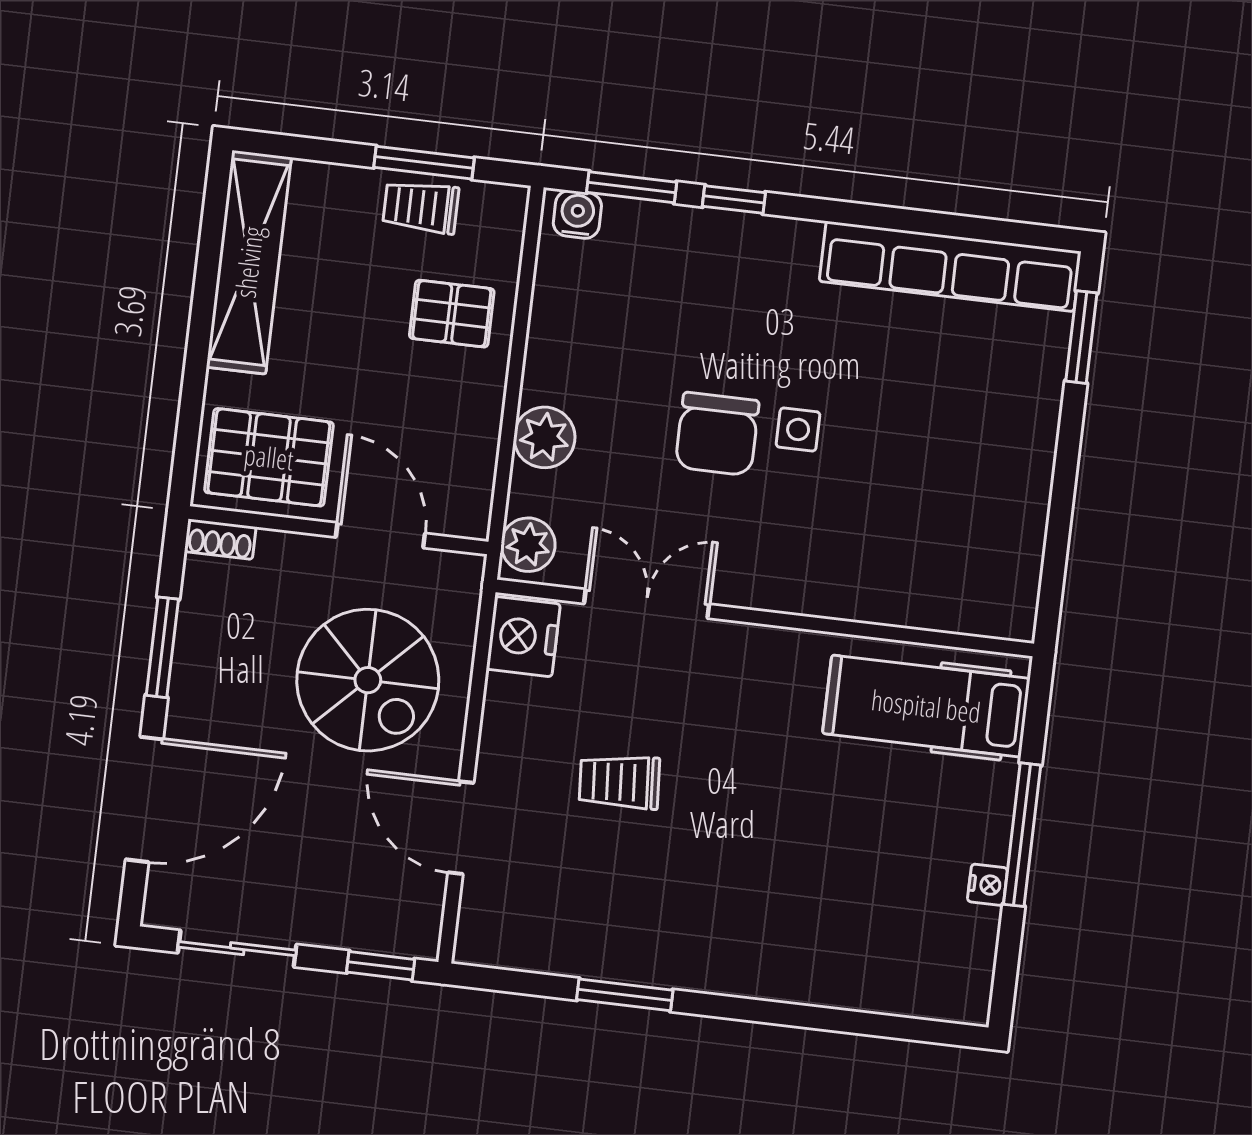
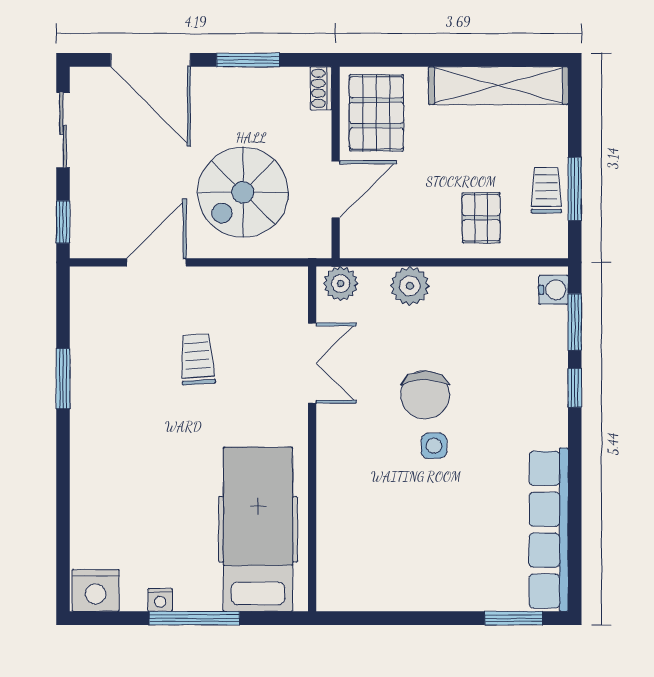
chair: (717, 434) -> (425, 395), turned -90
nightstand: (523, 637) -> (96, 590), moved, turned 180
hospital bed: (926, 706) -> (258, 529), width x1.37, depth x1.29

